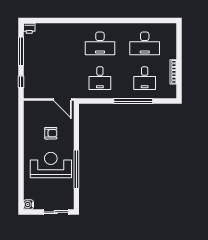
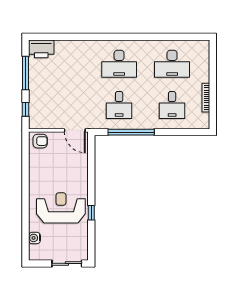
printer: (29, 28) -> (41, 49), width x1.87, depth x1.48
window: (133, 101) -> (131, 132), moved
armchair: (51, 133) -> (40, 141), moved
window: (76, 169) -> (91, 213), width x0.32
water cooler: (28, 205) -> (34, 238), moved

